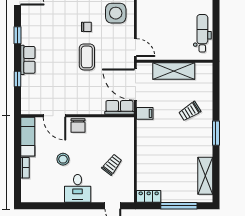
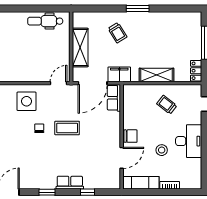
filing cabinet: (145, 113) -> (119, 74), width x2.00
shelving: (205, 176) -> (156, 75), moved
desk: (78, 188) -> (189, 141), width x1.37

